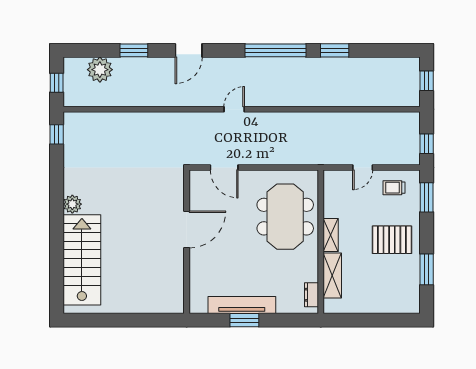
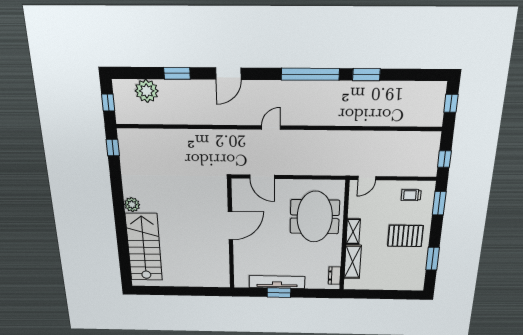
door: (363, 167) -> (367, 178), moved

